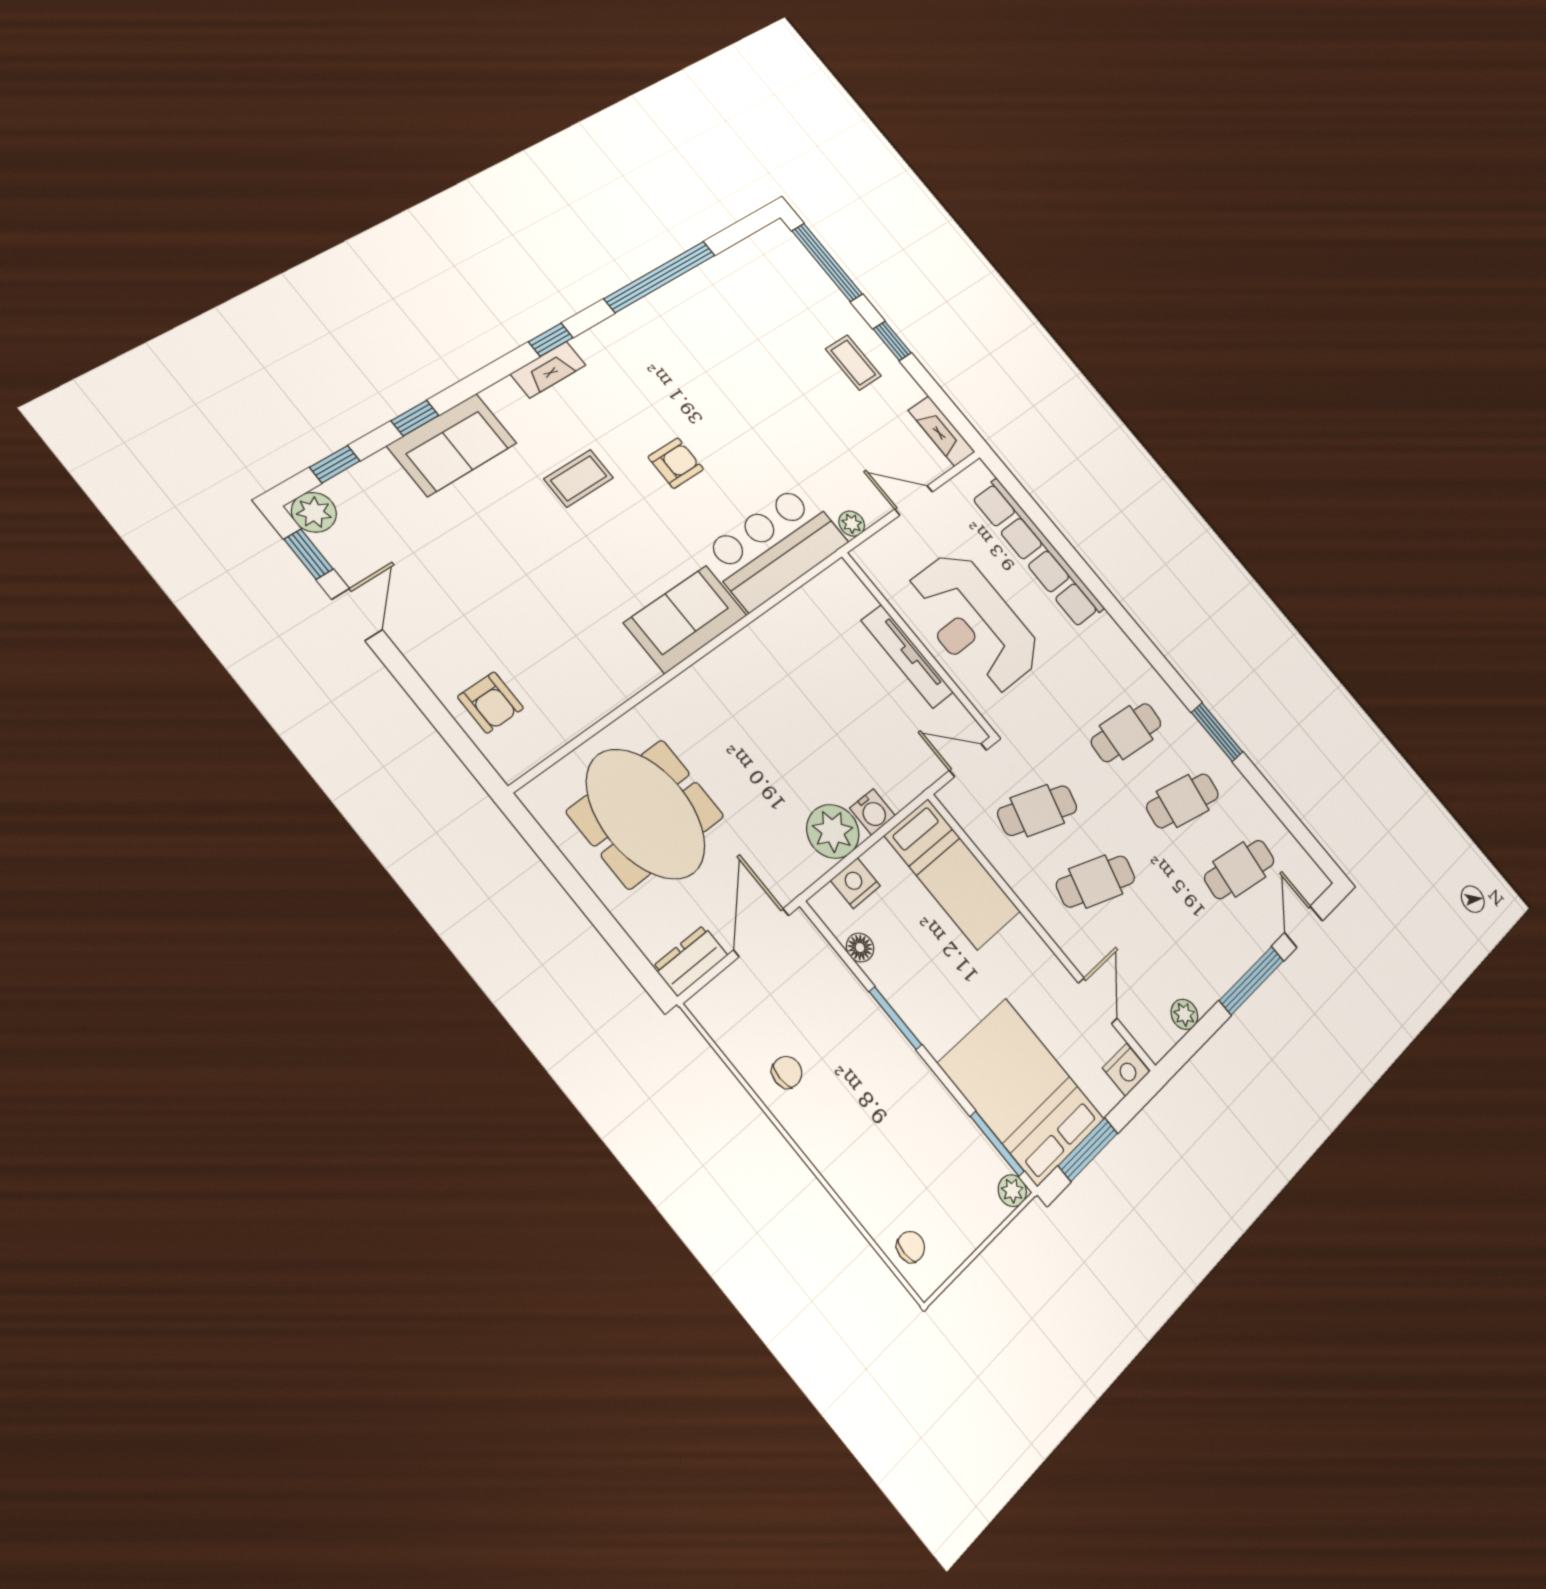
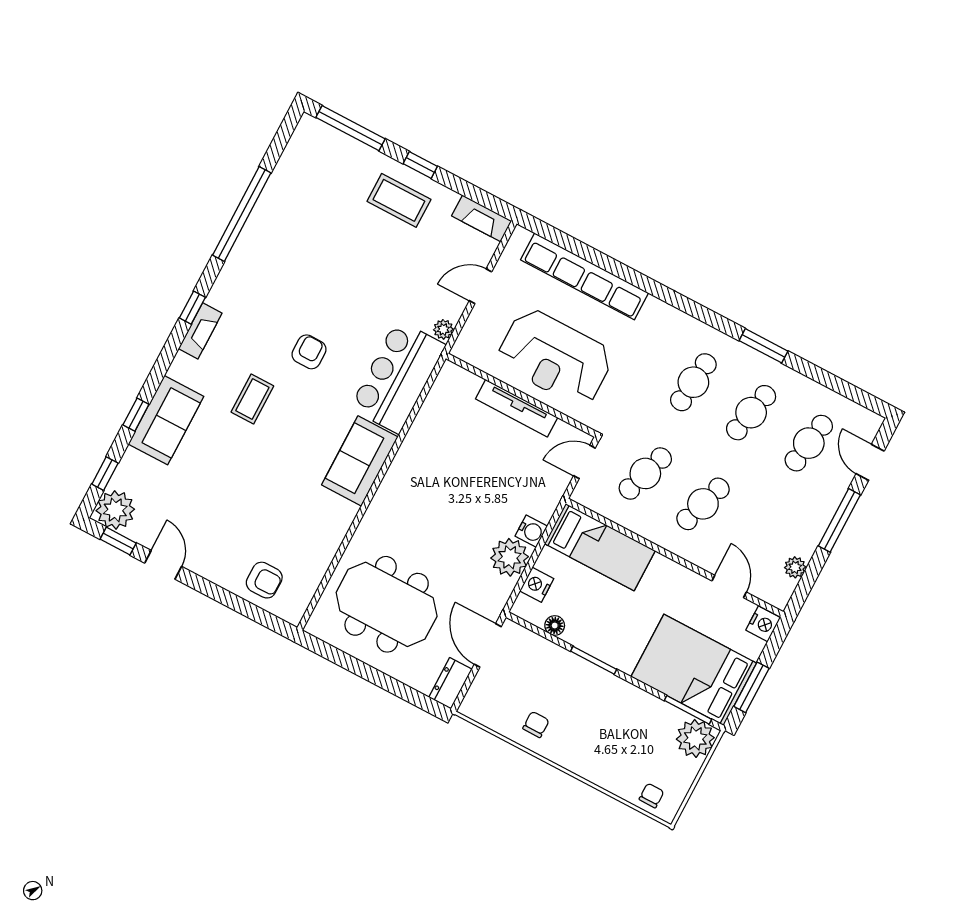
coffee table: (853, 362) -> (399, 200), width x1.36, depth x1.30
plant: (314, 512) -> (115, 510), width x1.36, depth x1.36
plant: (1012, 1191) -> (695, 738), width x1.88, depth x1.88

